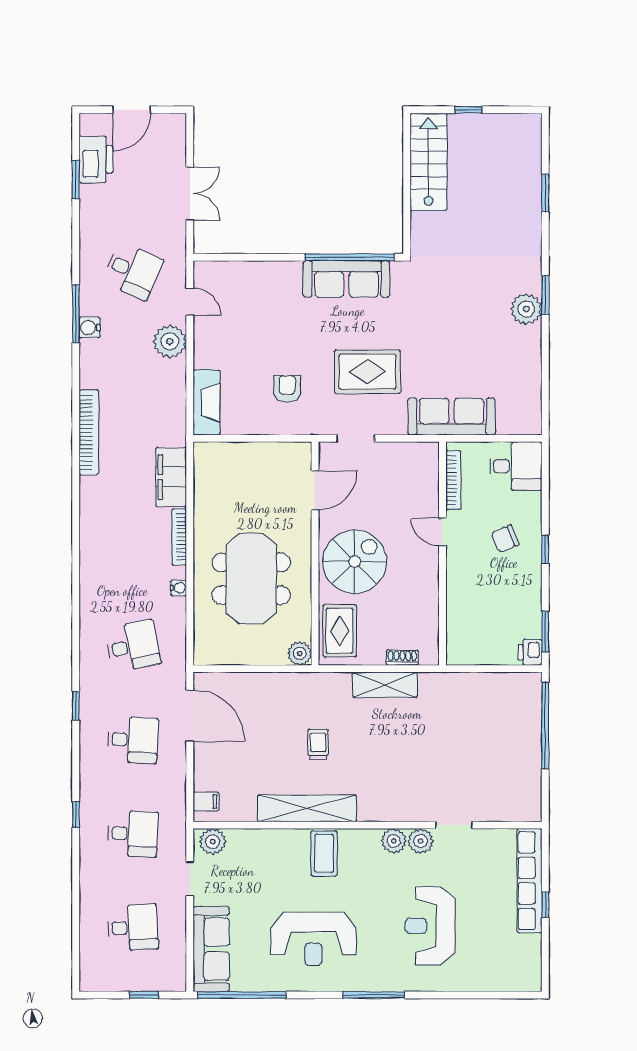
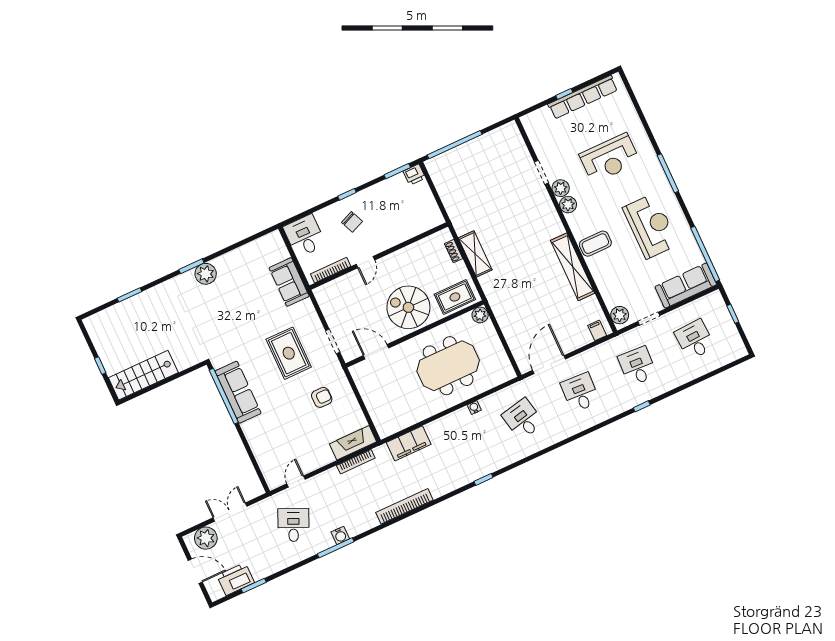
plant: (170, 341) -> (206, 538), moved
armchair: (287, 389) -> (322, 397), turned 180
sofa: (452, 417) -> (289, 282), width x0.73
bookcase: (179, 537) -> (356, 462), moved
window: (76, 706) -> (484, 479), moved
trolley: (318, 744) -> (530, 278), removed
row of seats: (530, 881) -> (583, 97), moved

